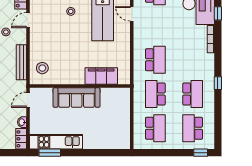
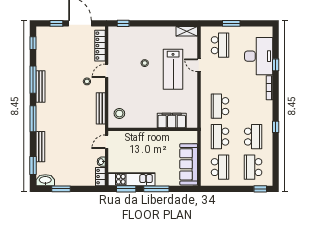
school desk: (155, 60) -> (220, 106), turned 180
sofa: (77, 98) -> (189, 164), moved, turned 90
window: (84, 153) -> (156, 189), added

